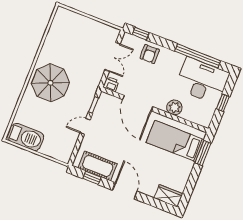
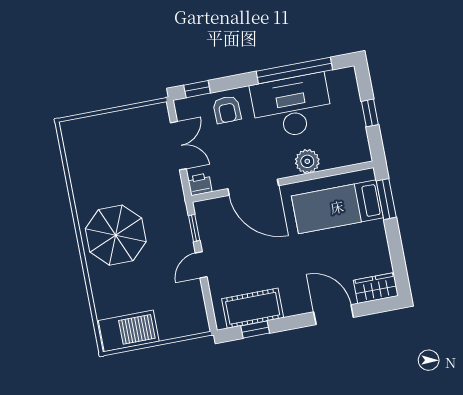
desk: (202, 81) -> (292, 106), moved
door: (125, 191) -> (334, 315), moved

